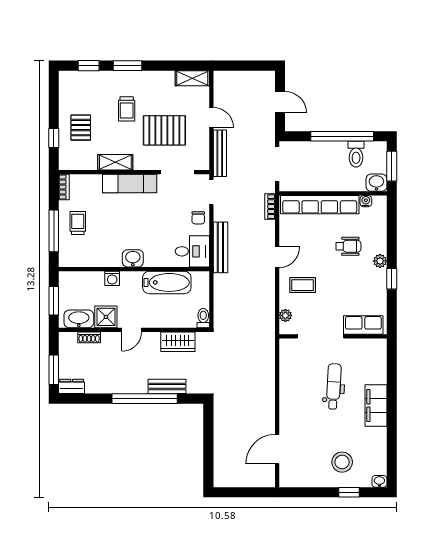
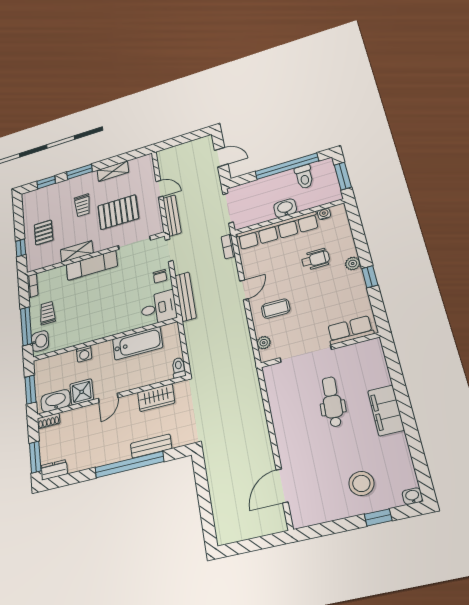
shelving: (192, 78) -> (113, 171), moved
washbasin: (376, 183) -> (285, 208), moved
washbasin: (133, 258) -> (40, 341), moved, turned 90
shoe rack: (89, 337) -> (49, 421), moved

